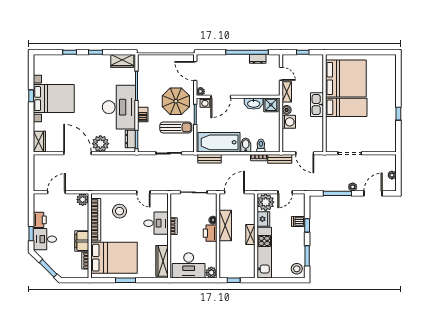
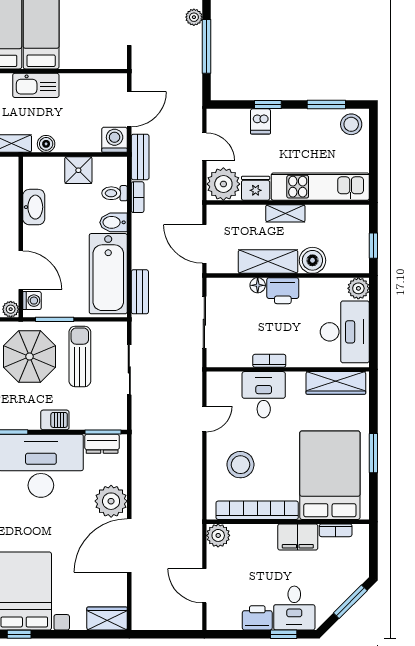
shower: (271, 105) -> (78, 170), moved
washing machine: (289, 122) -> (115, 140), moved
boiler: (226, 249) -> (312, 260), added

